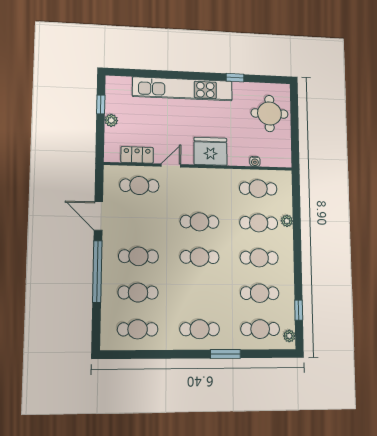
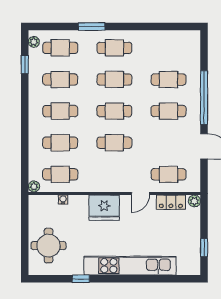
plant: (111, 120) -> (194, 201), moved
plant: (287, 221) -> (34, 186), moved
cafe table: (138, 329) -> (114, 80), moved

